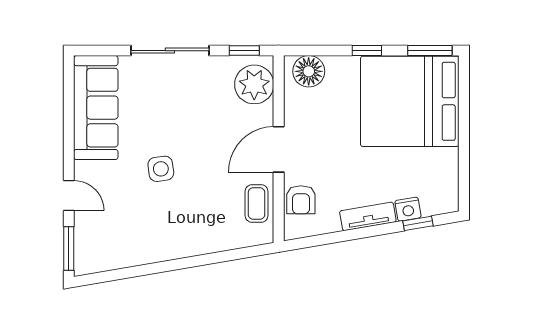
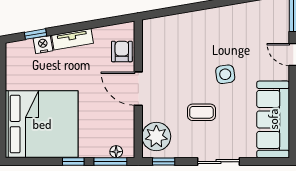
sliding door: (170, 51) -> (218, 162), width x0.73
window: (430, 51) -> (110, 162), moved
floor lamp: (309, 71) -> (116, 152), width x0.53, depth x0.53
door: (279, 149) -> (138, 89), swing flipped
coffee table: (257, 204) -> (201, 112), moved, turned 90

